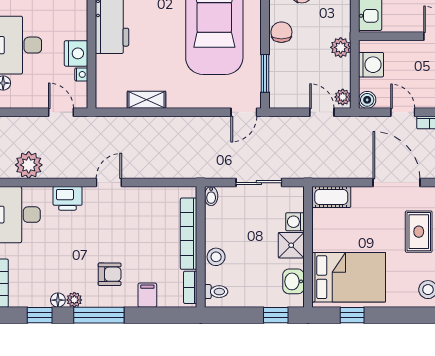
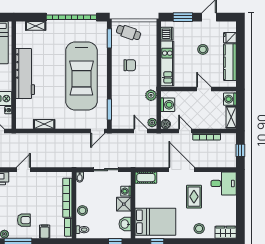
chair: (281, 32) -> (118, 87), removed

